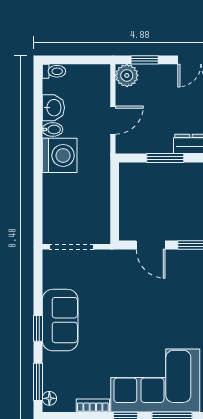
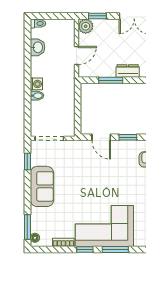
bidet: (52, 129) -> (37, 96), moved
washing machine: (60, 155) -> (36, 84), width x0.53, depth x0.53
window: (38, 328) -> (27, 161), moved

